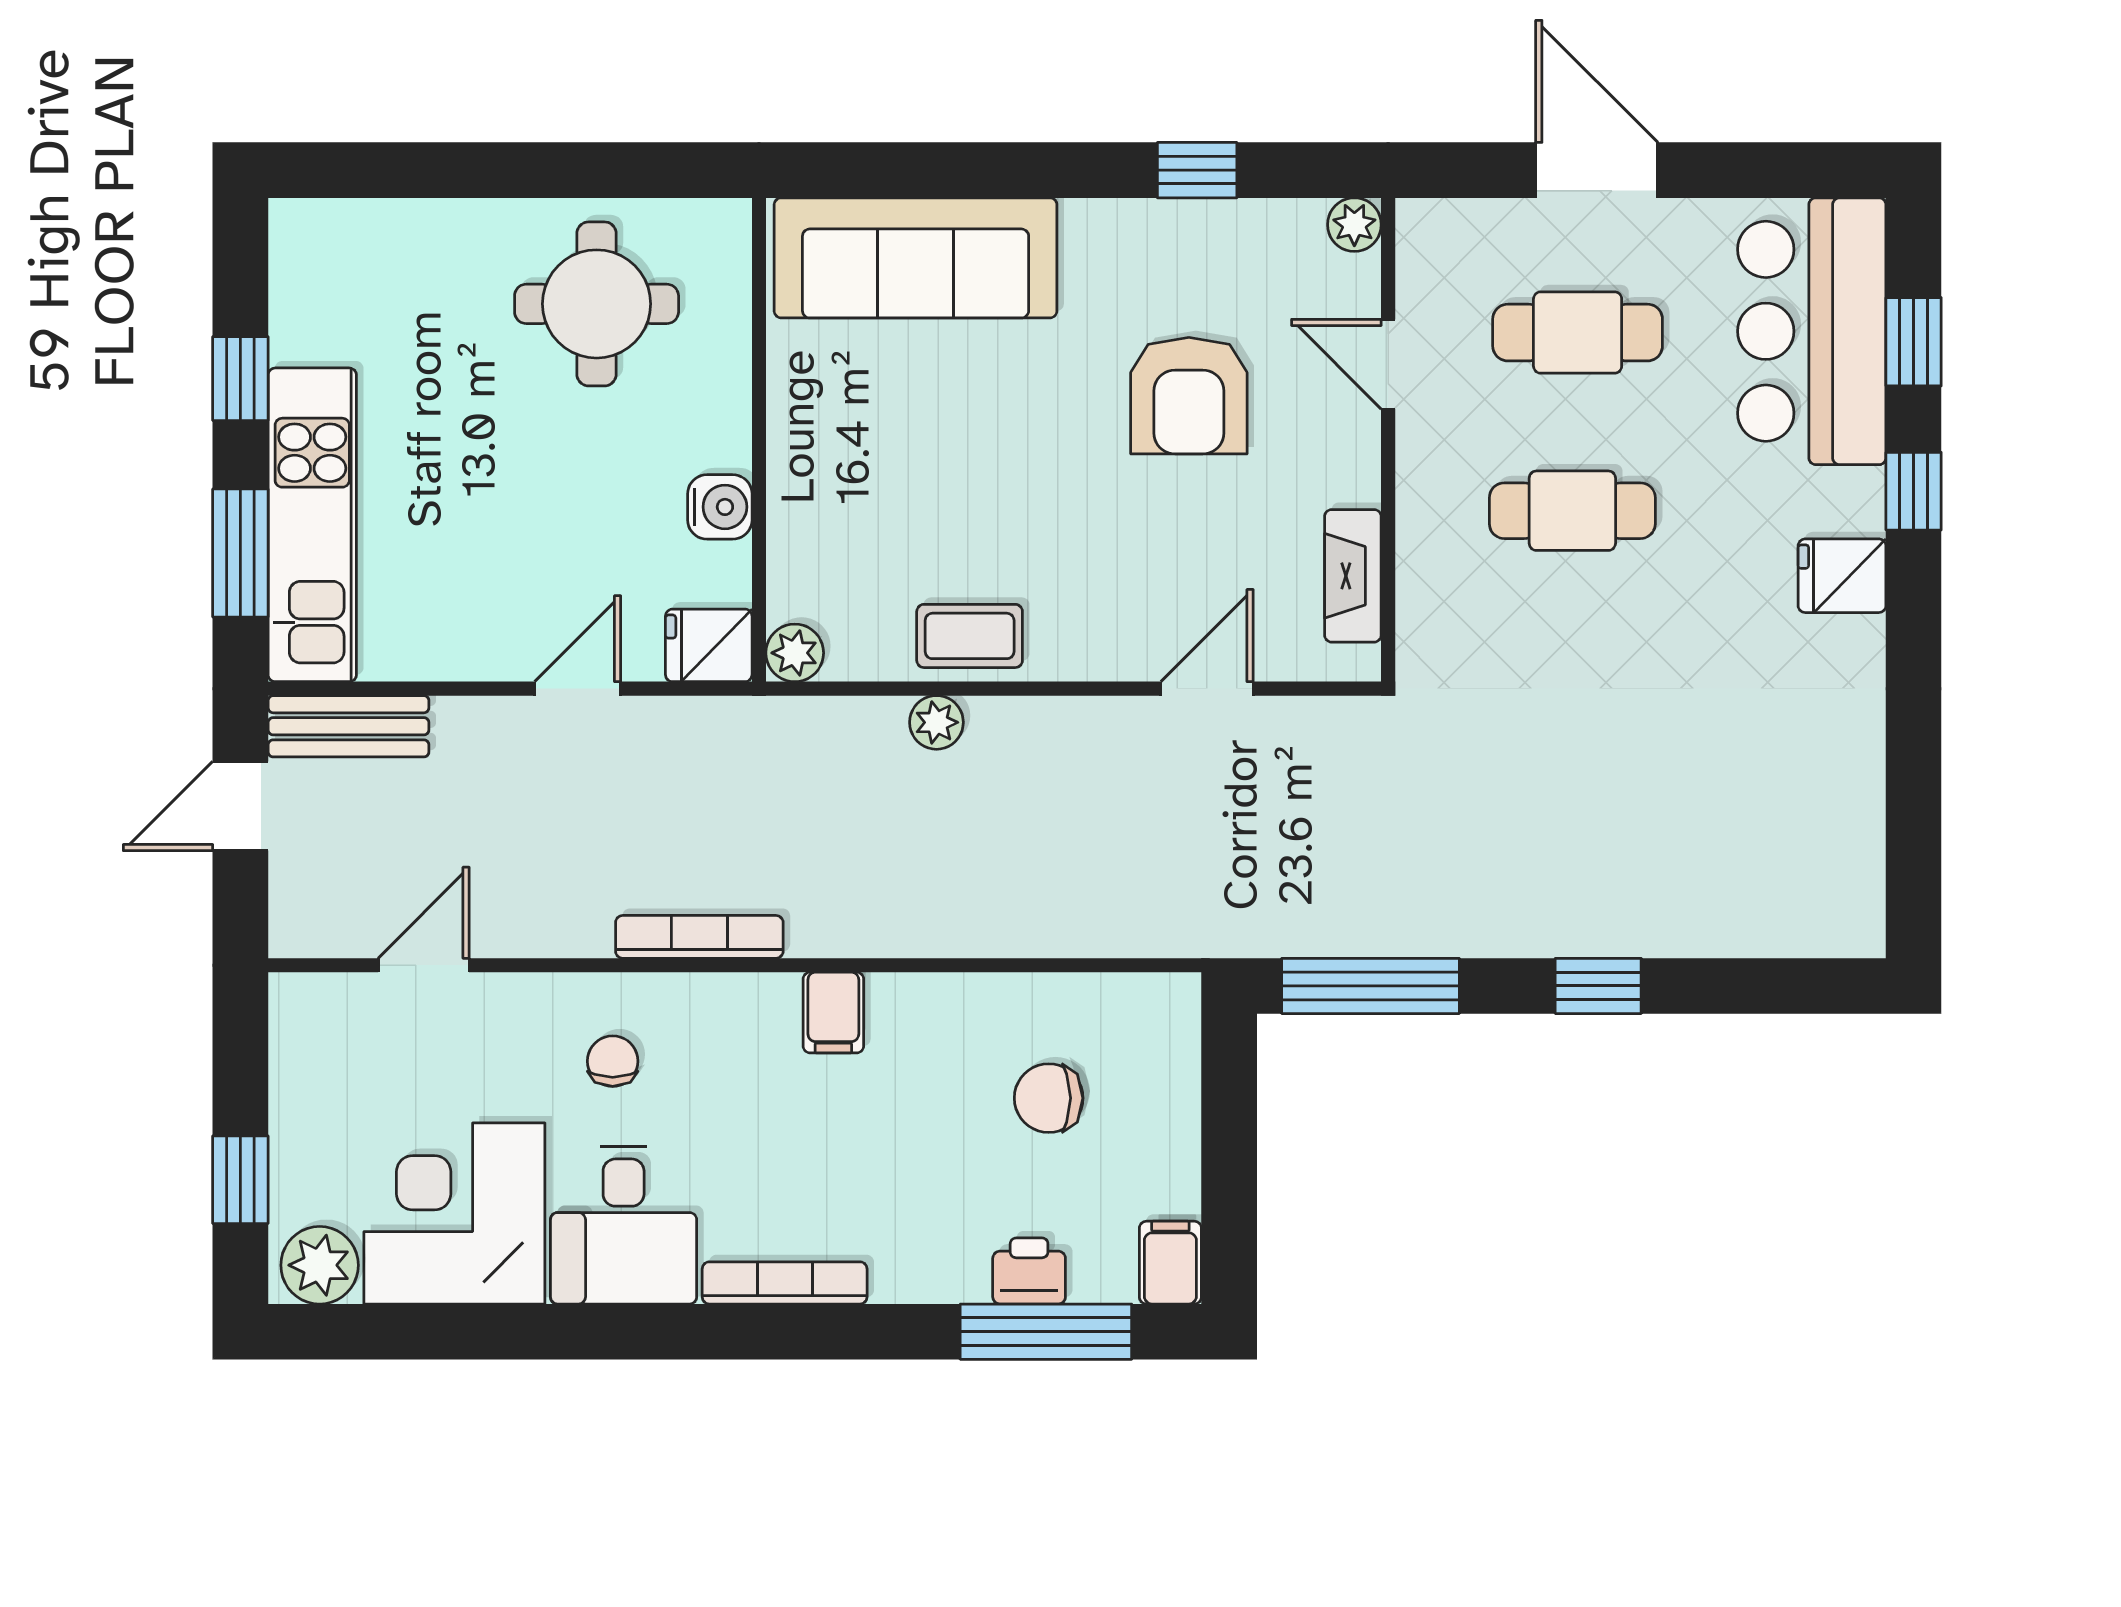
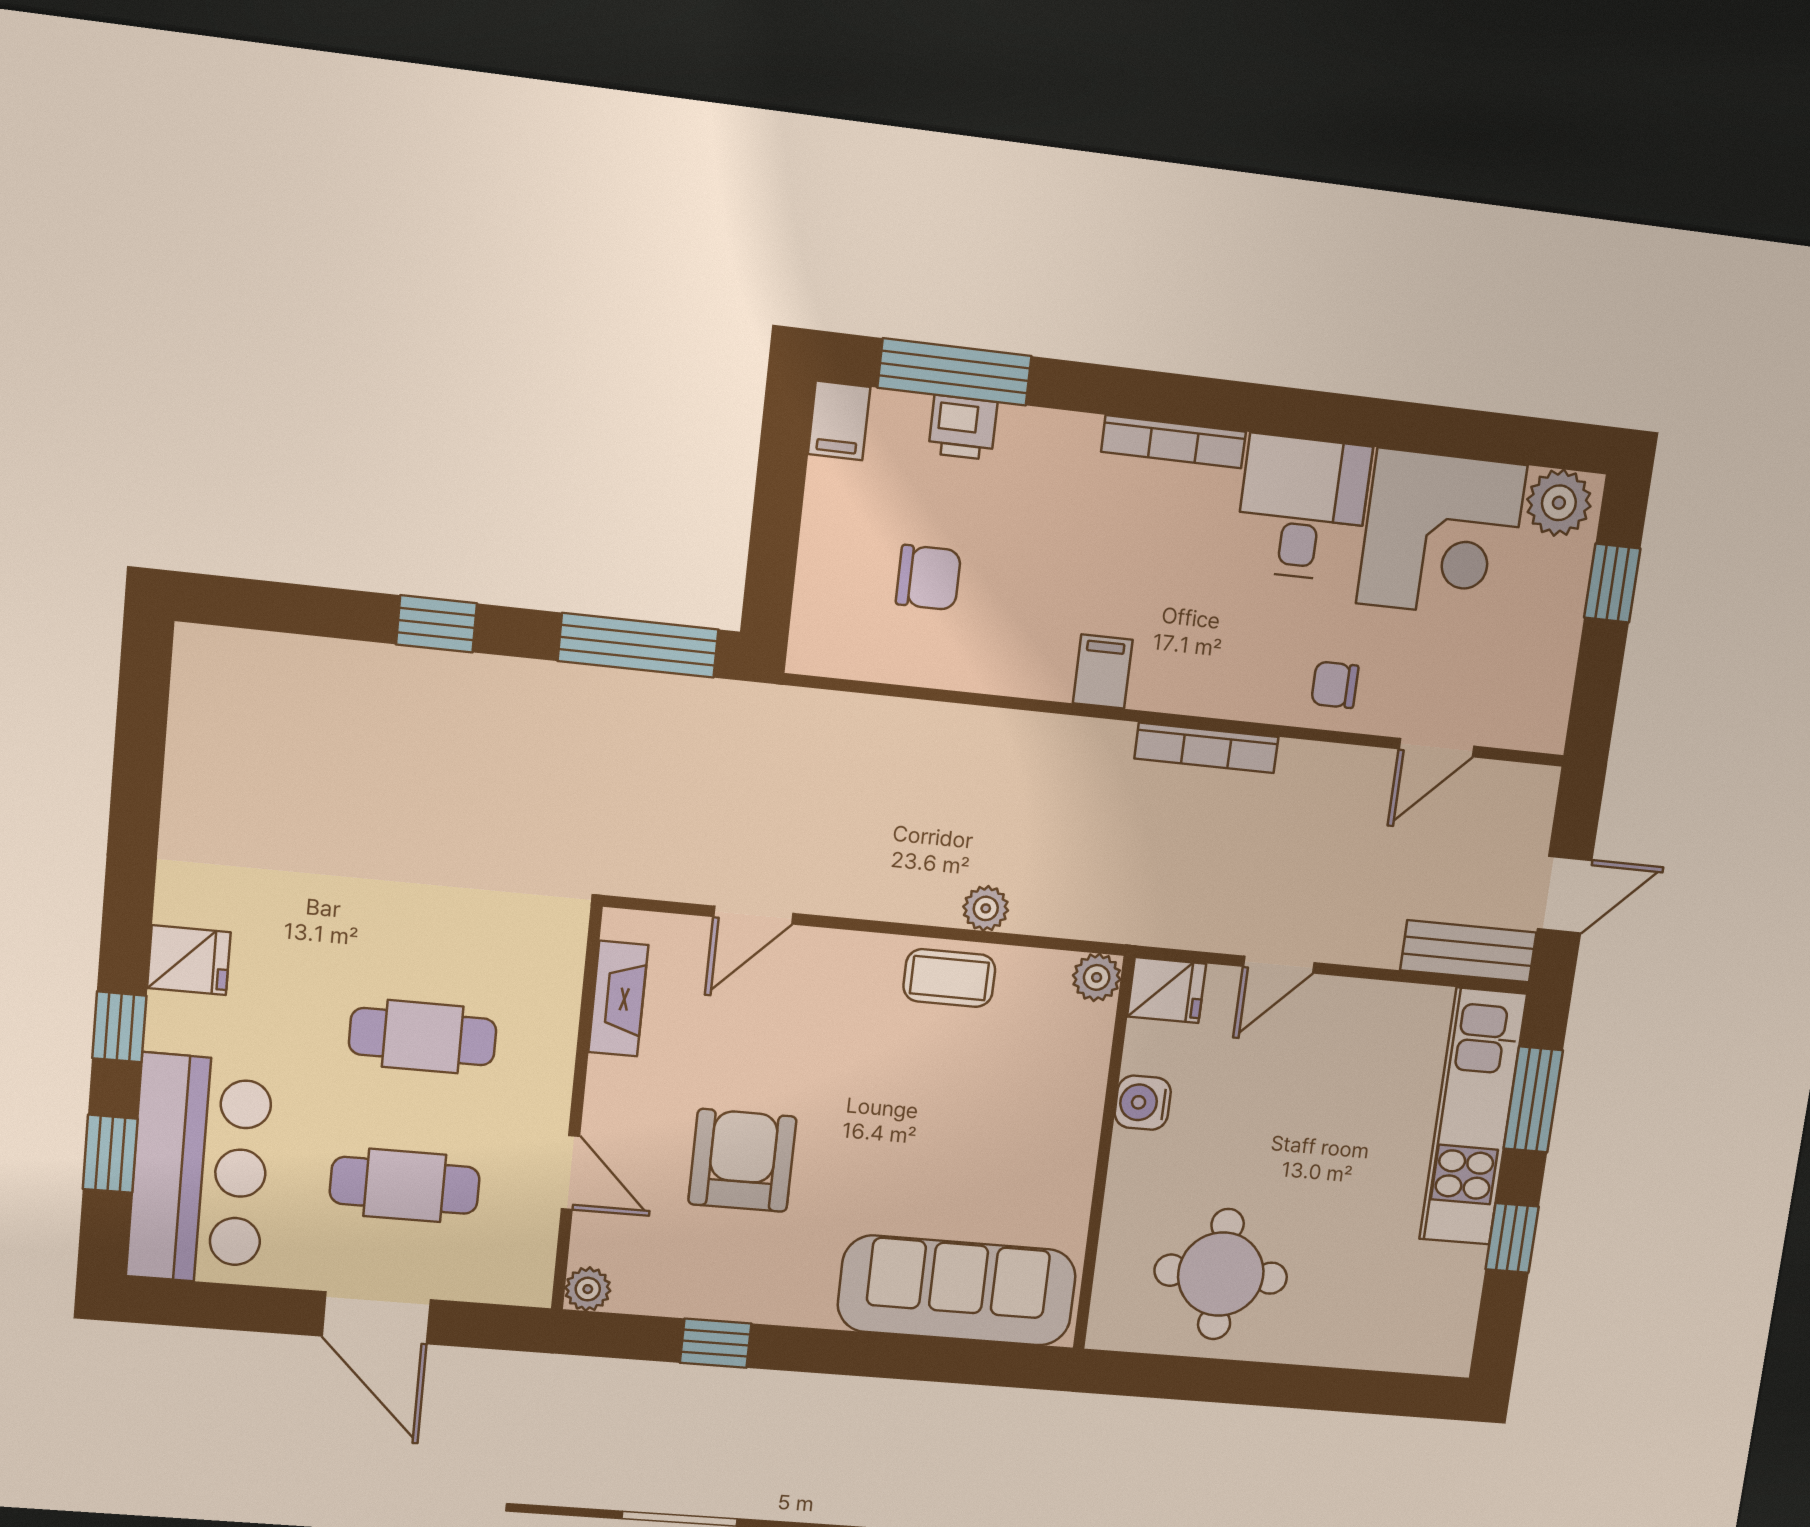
chair: (613, 1061) -> (1335, 685), moved, turned 90

